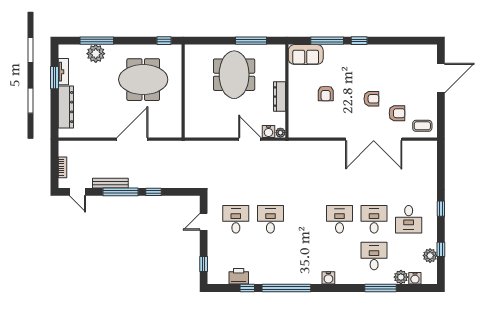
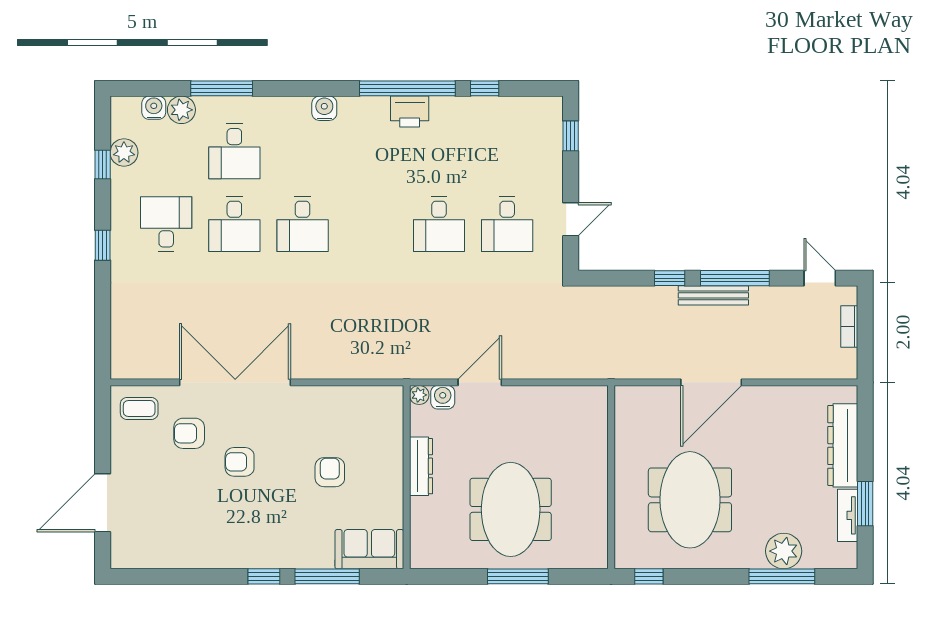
window: (251, 41) -> (518, 576), moved
meeting table: (143, 80) -> (690, 500), turned 90
door: (250, 139) -> (480, 382), swing flipped
bench: (110, 183) -> (713, 295), moved
printer: (239, 276) -> (410, 112), moved

